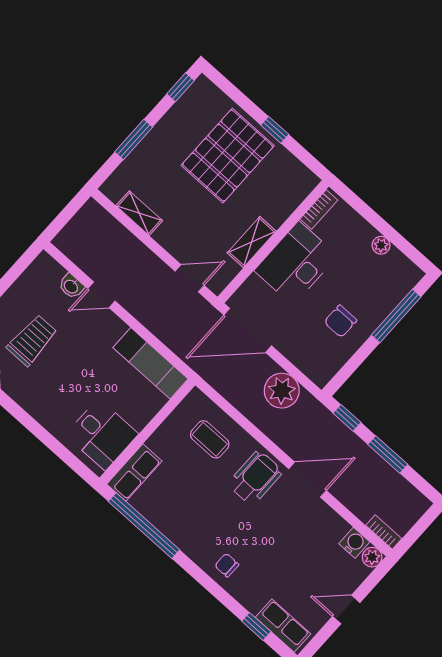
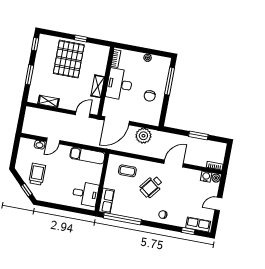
window: (347, 418) -> (174, 131), removed
wheelchair: (255, 478) -> (151, 187), moved, turned -142

